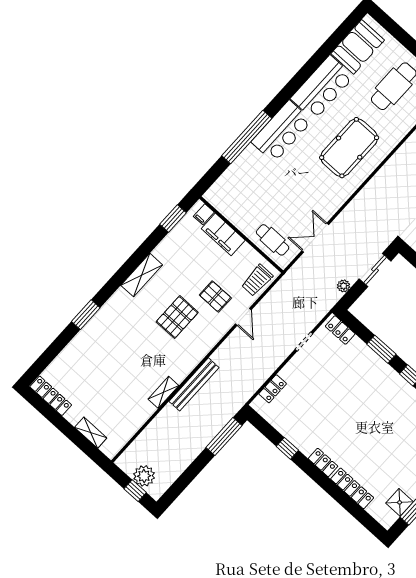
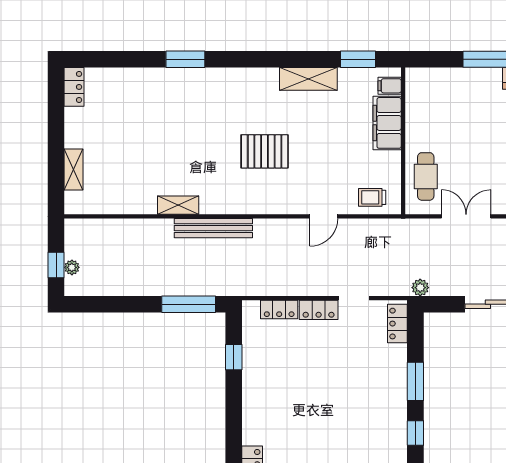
shelving: (142, 275) -> (308, 79), moved
trolley: (257, 280) -> (372, 197), width x0.73, depth x0.72
plant: (344, 286) -> (420, 288), moved
pallet: (215, 296) -> (319, 171), removed
locker: (51, 396) -> (74, 87), width x0.66
window: (287, 448) -> (234, 357), moved
locker: (323, 462) -> (319, 310), moved, turned 90
plant: (144, 476) -> (72, 267), width x0.53, depth x0.53

